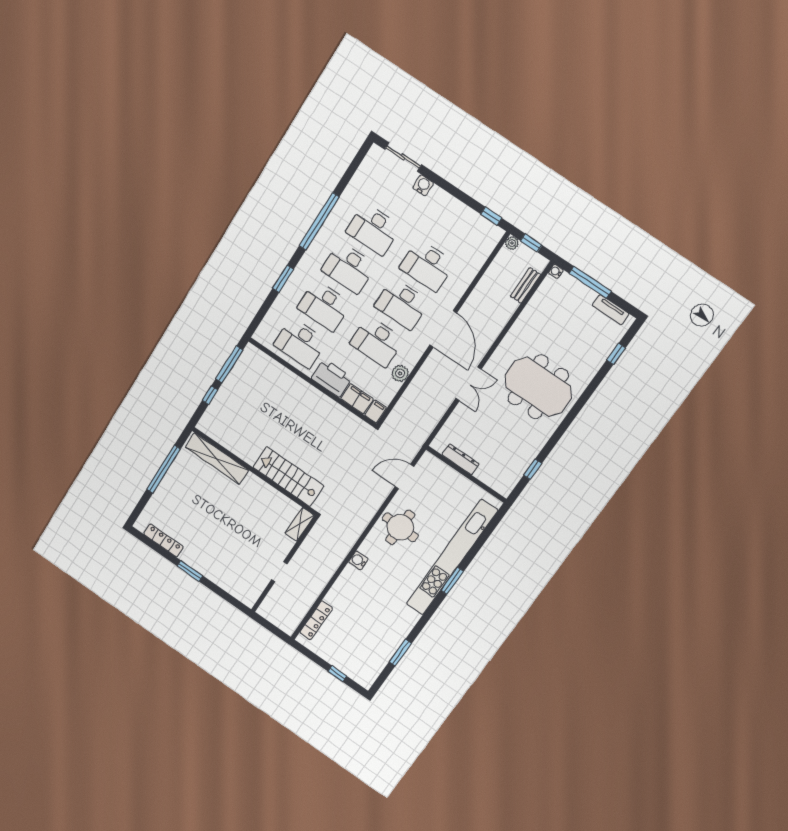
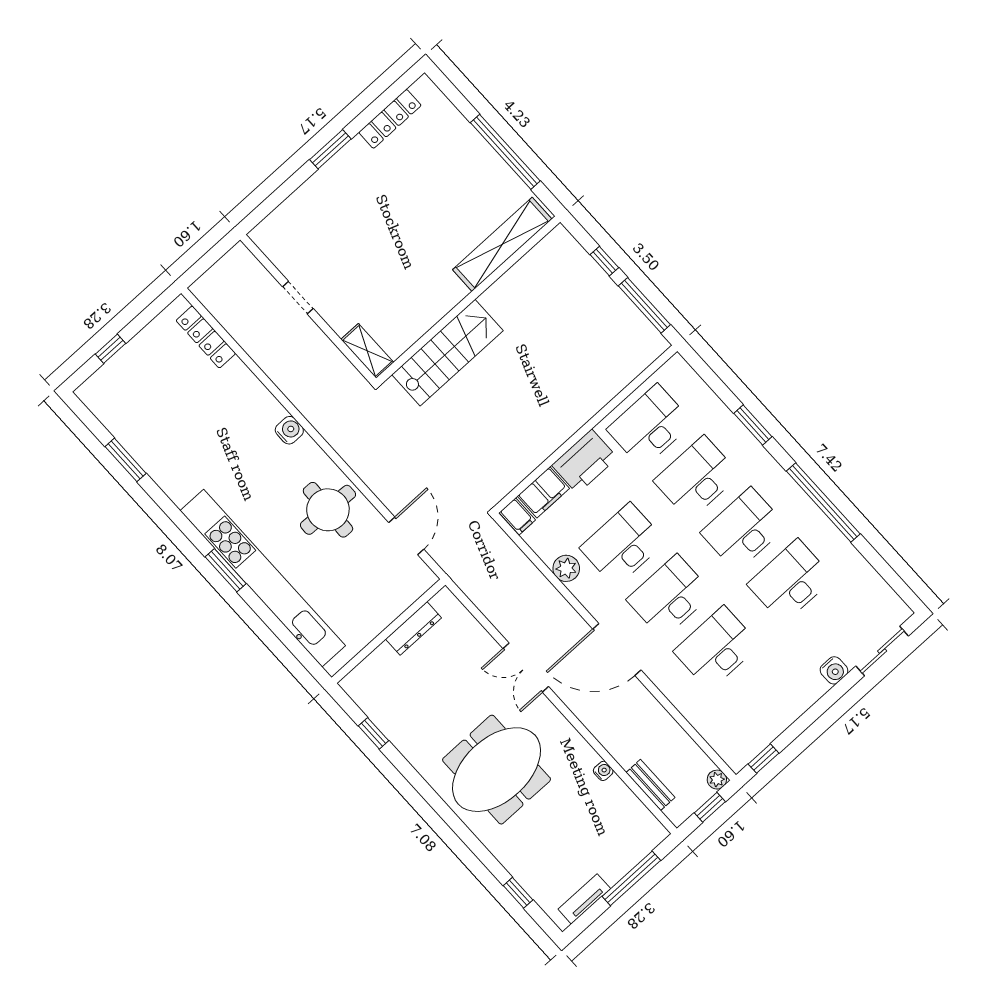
water cooler: (556, 271) -> (603, 771), moved

